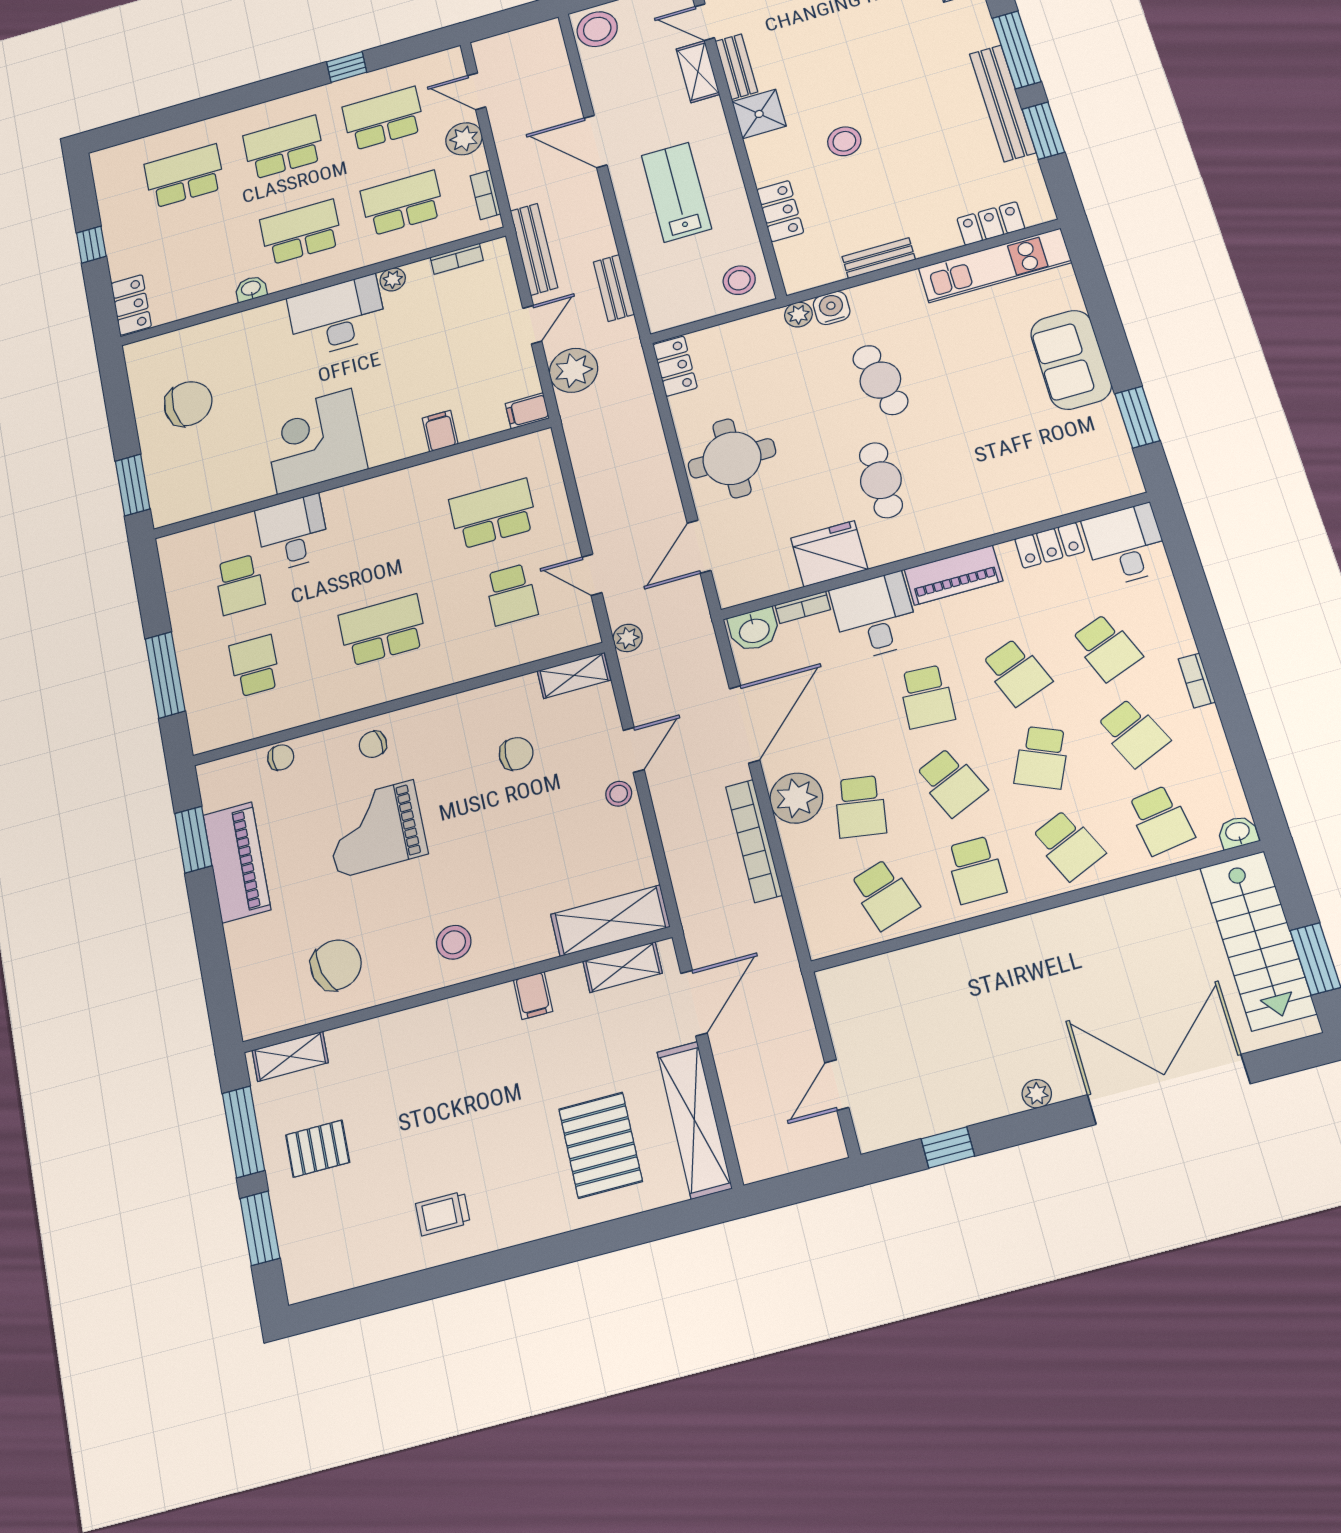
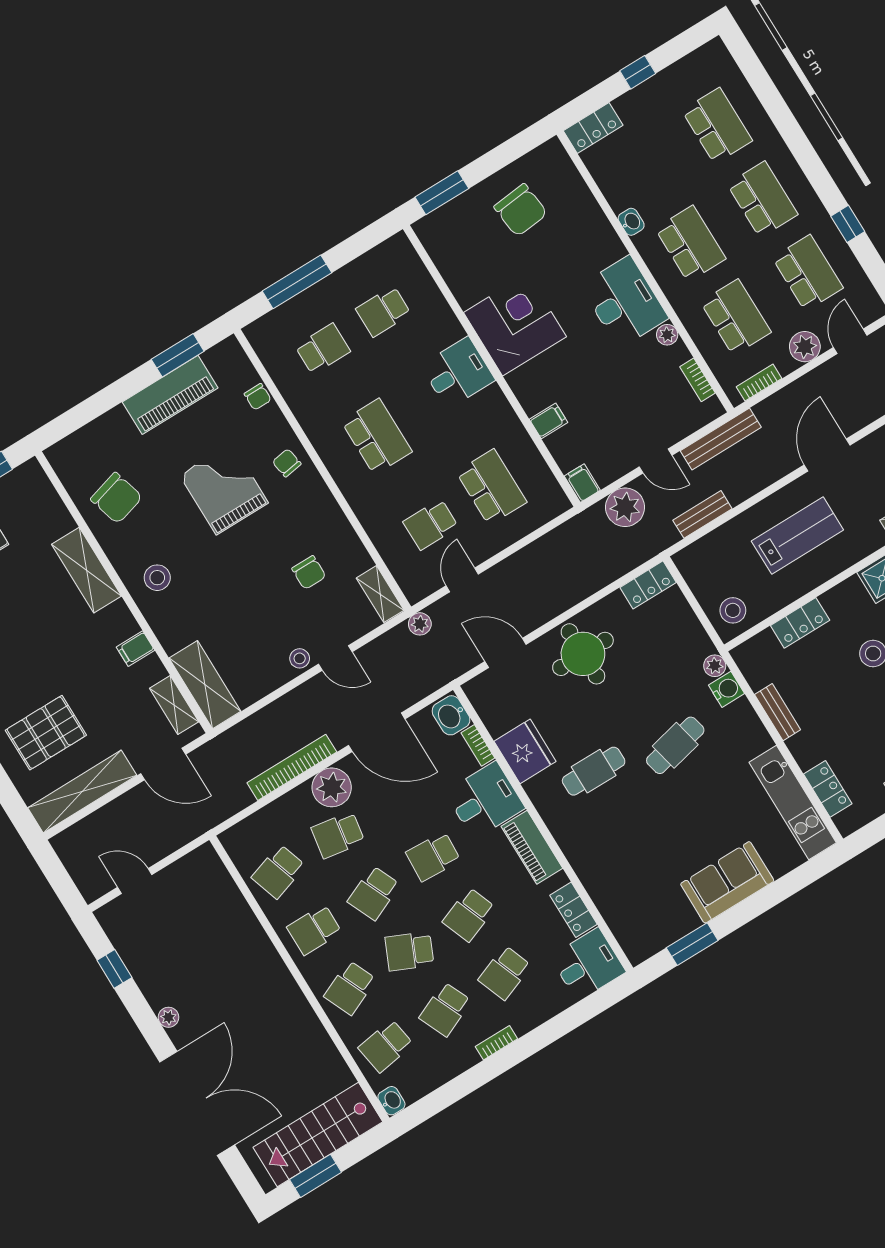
desk: (293, 533) -> (458, 373), moved
shelving: (290, 1056) -> (87, 570), moved, width x1.50, depth x1.33

